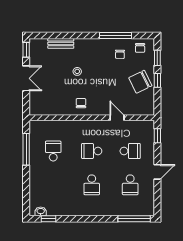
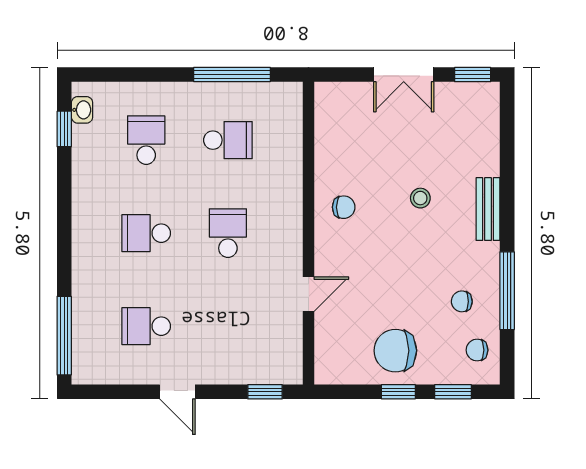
bench: (61, 43) -> (488, 209), moved
chair: (140, 82) -> (395, 351), turned -64
school desk: (130, 151) -> (146, 140), moved, turned 180

